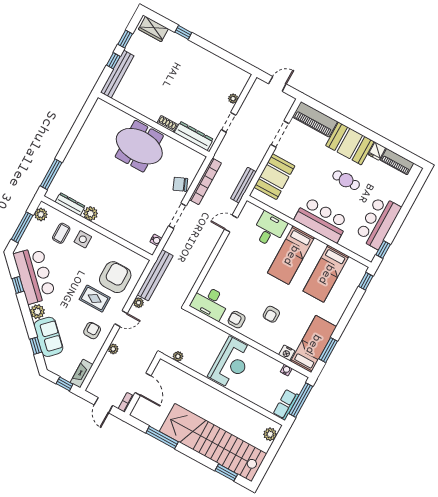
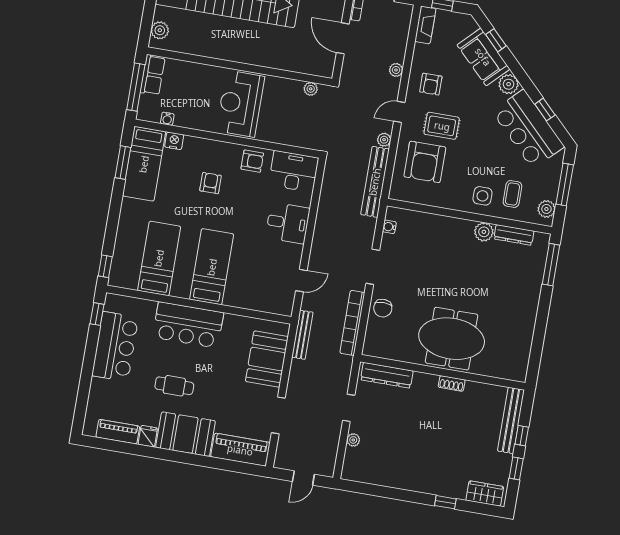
shoe rack: (167, 124) -> (452, 383), moved
chair: (180, 184) -> (383, 308), turned 113
desk: (269, 229) -> (288, 223), moved, turned -90

